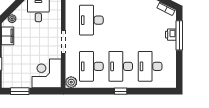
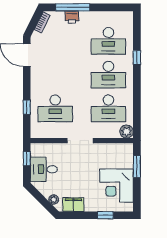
corner desk: (47, 73) -> (117, 186), moved
window: (20, 91) -> (137, 167), moved
window: (121, 91) -> (137, 58), moved

